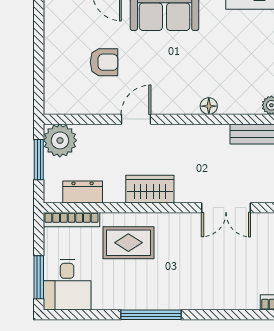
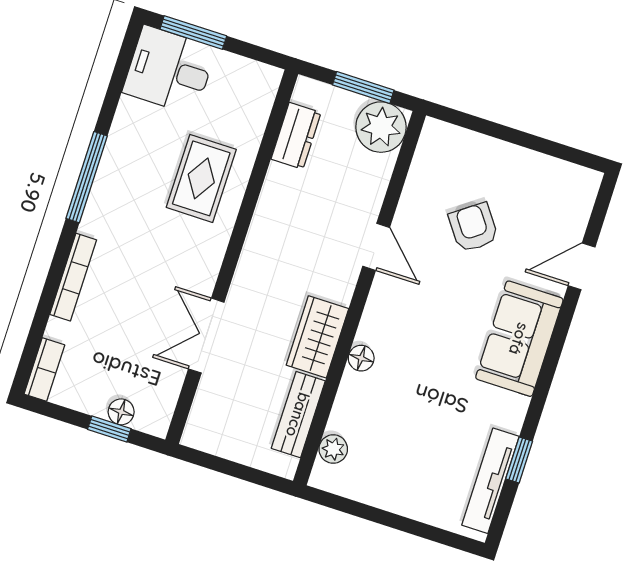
armchair: (104, 62) -> (473, 227), turned 144
wardrobe: (150, 189) -> (317, 337), moved, turned 180
bookcase: (72, 220) -> (73, 277), moved, turned 180

